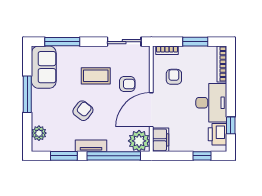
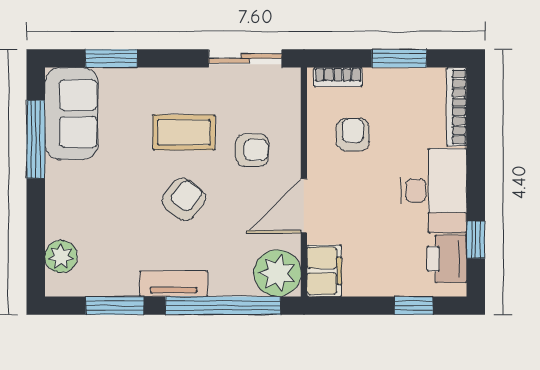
window: (62, 42) -> (111, 58), width x0.69
window: (27, 94) -> (36, 139), moved
door: (151, 110) -> (304, 206), width x0.73
armchair: (83, 111) -> (184, 199), moved

